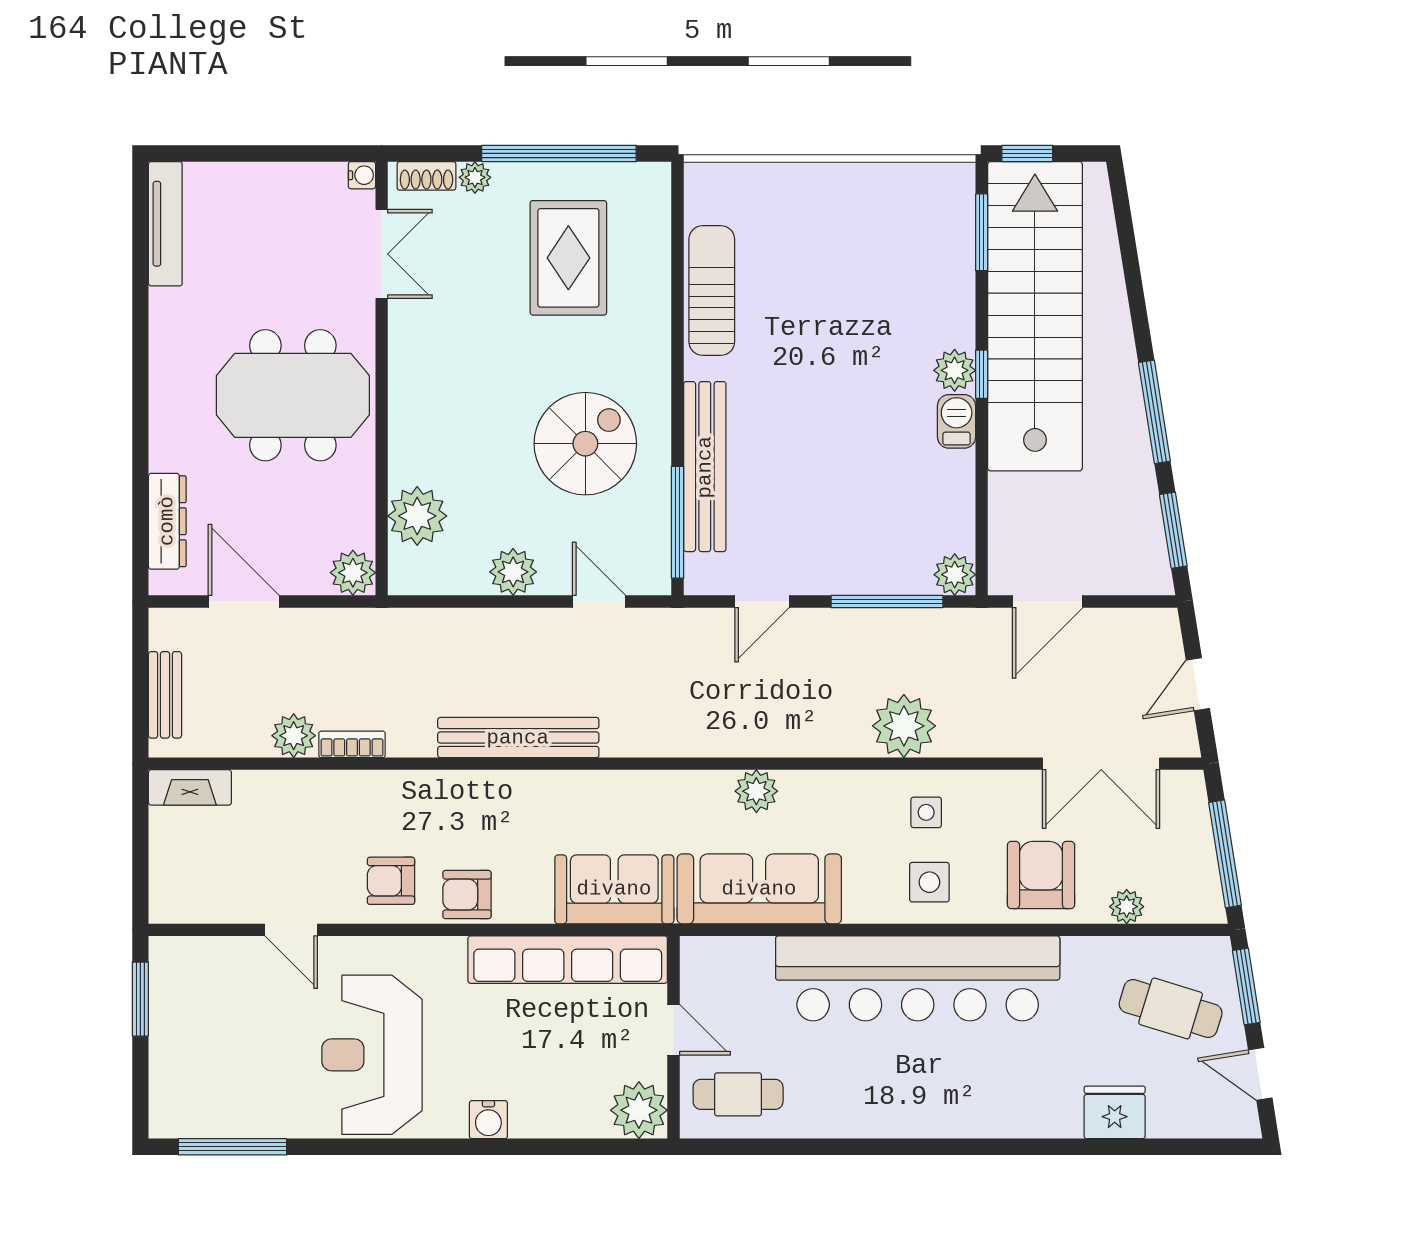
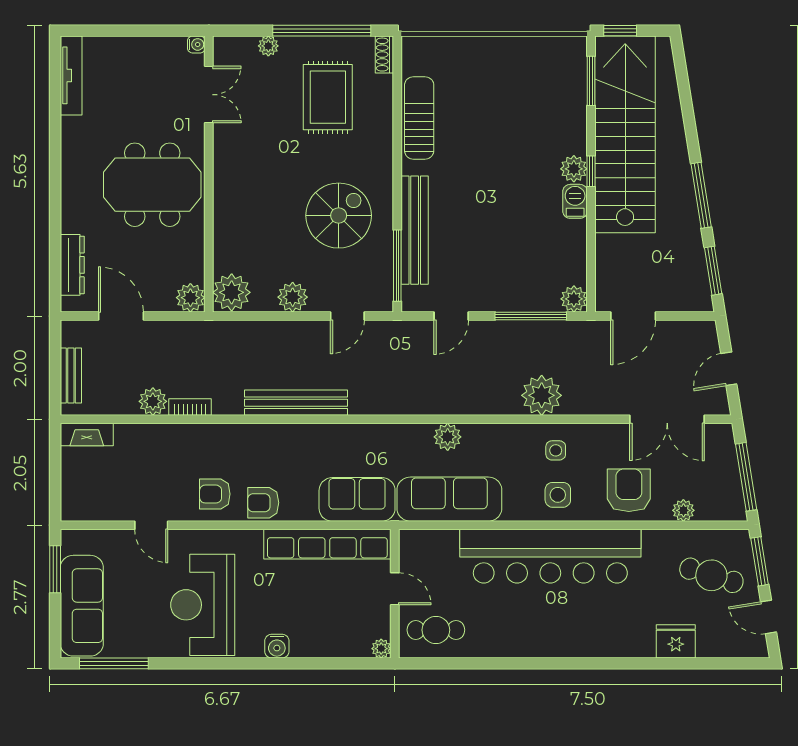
shoe rack: (426, 176) -> (384, 55), moved, turned 90
plant: (417, 516) -> (232, 292), moved
door: (599, 601) -> (347, 316), swing flipped
sofa: (182, 1056) -> (82, 606), added
plant: (639, 1110) -> (381, 649), width x0.53, depth x0.53

